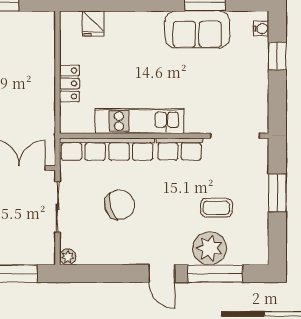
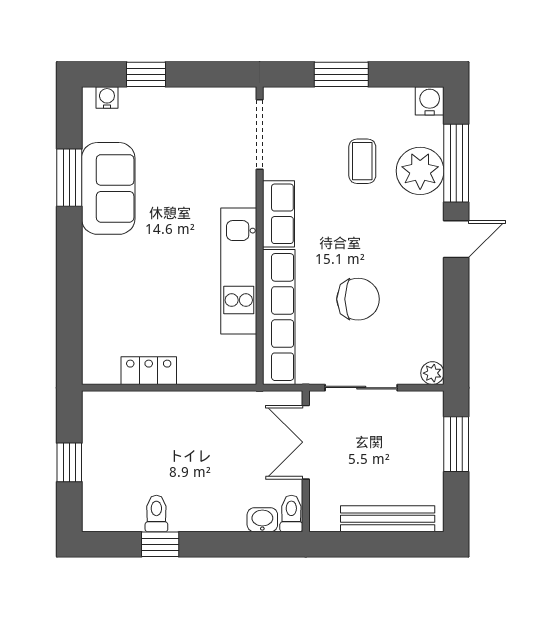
fridge: (93, 24) -> (100, 337), removed
locker: (69, 83) -> (149, 371), moved
chair: (120, 205) -> (358, 299), turned 106
water cooler: (259, 255) -> (430, 101), added

